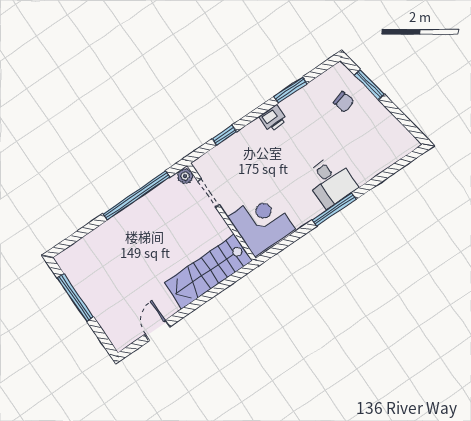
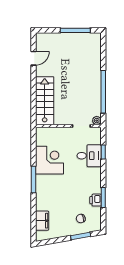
printer: (273, 118) -> (96, 200), moved
filing cabinet: (385, 156) -> (42, 221), added
desk: (331, 181) -> (89, 156), moved, turned 180
corner desk: (261, 223) -> (50, 160), moved, turned -90
door: (157, 330) -> (33, 58), hinge flipped

